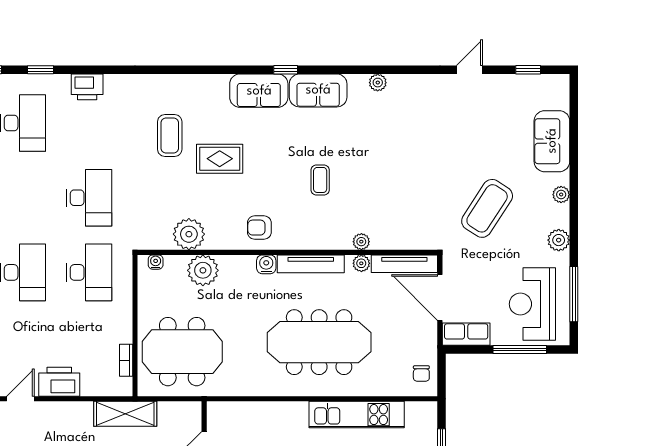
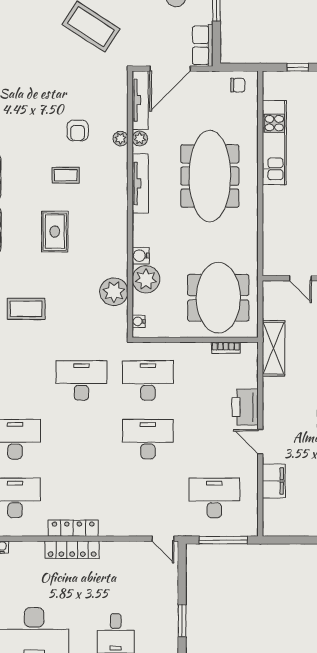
rug: (220, 159) -> (55, 232), moved
armchair: (259, 228) -> (78, 130), moved
water cooler: (266, 264) -> (141, 256), moved

